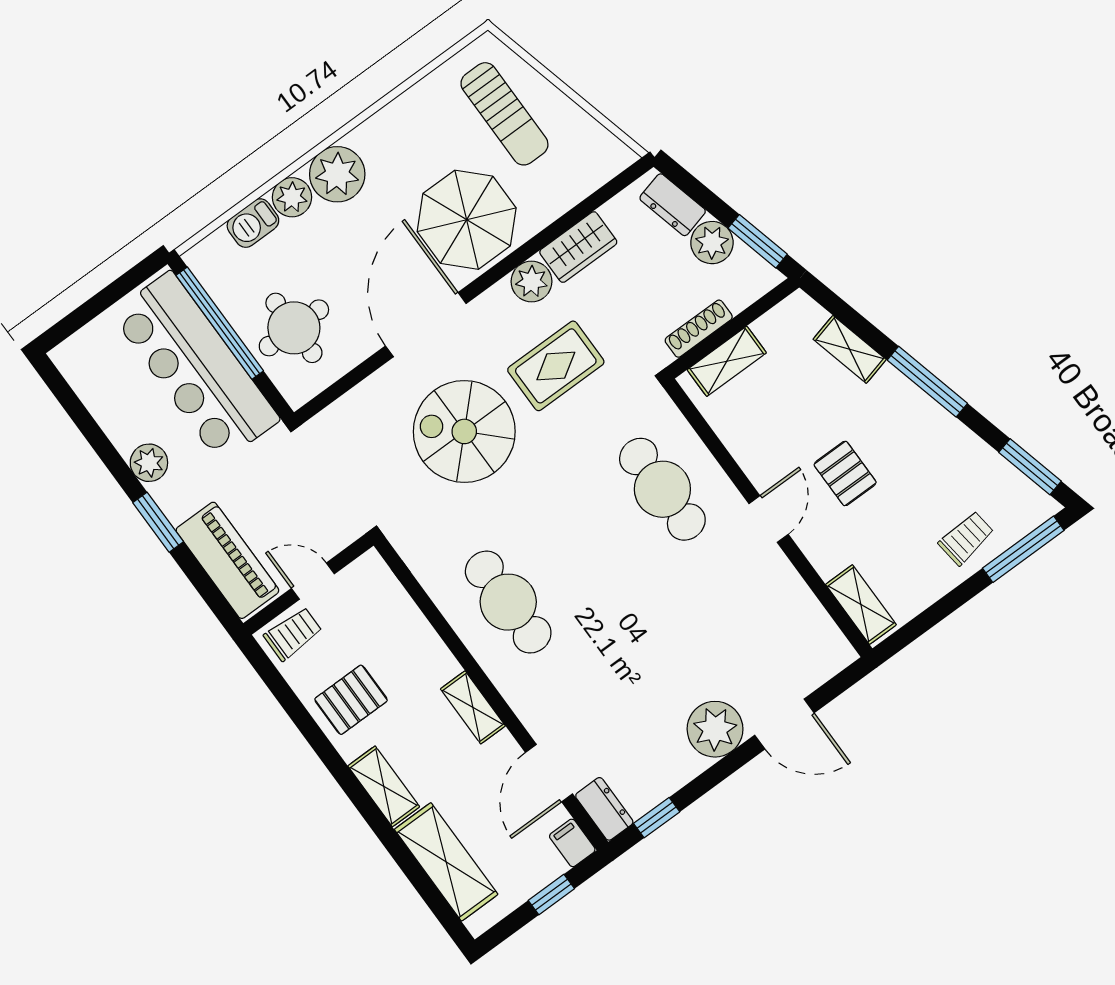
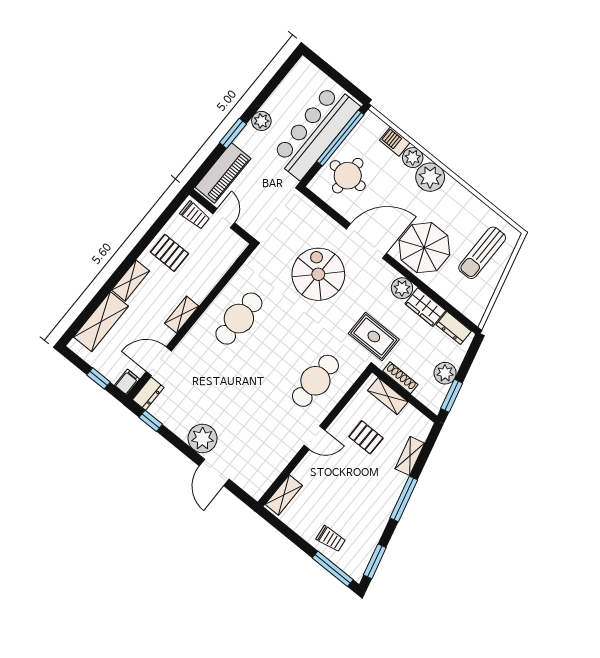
dresser: (673, 205) -> (454, 328), moved, turned -76
rug: (556, 366) -> (374, 337), moved
pallet: (845, 473) -> (366, 437), moved, turned 90

